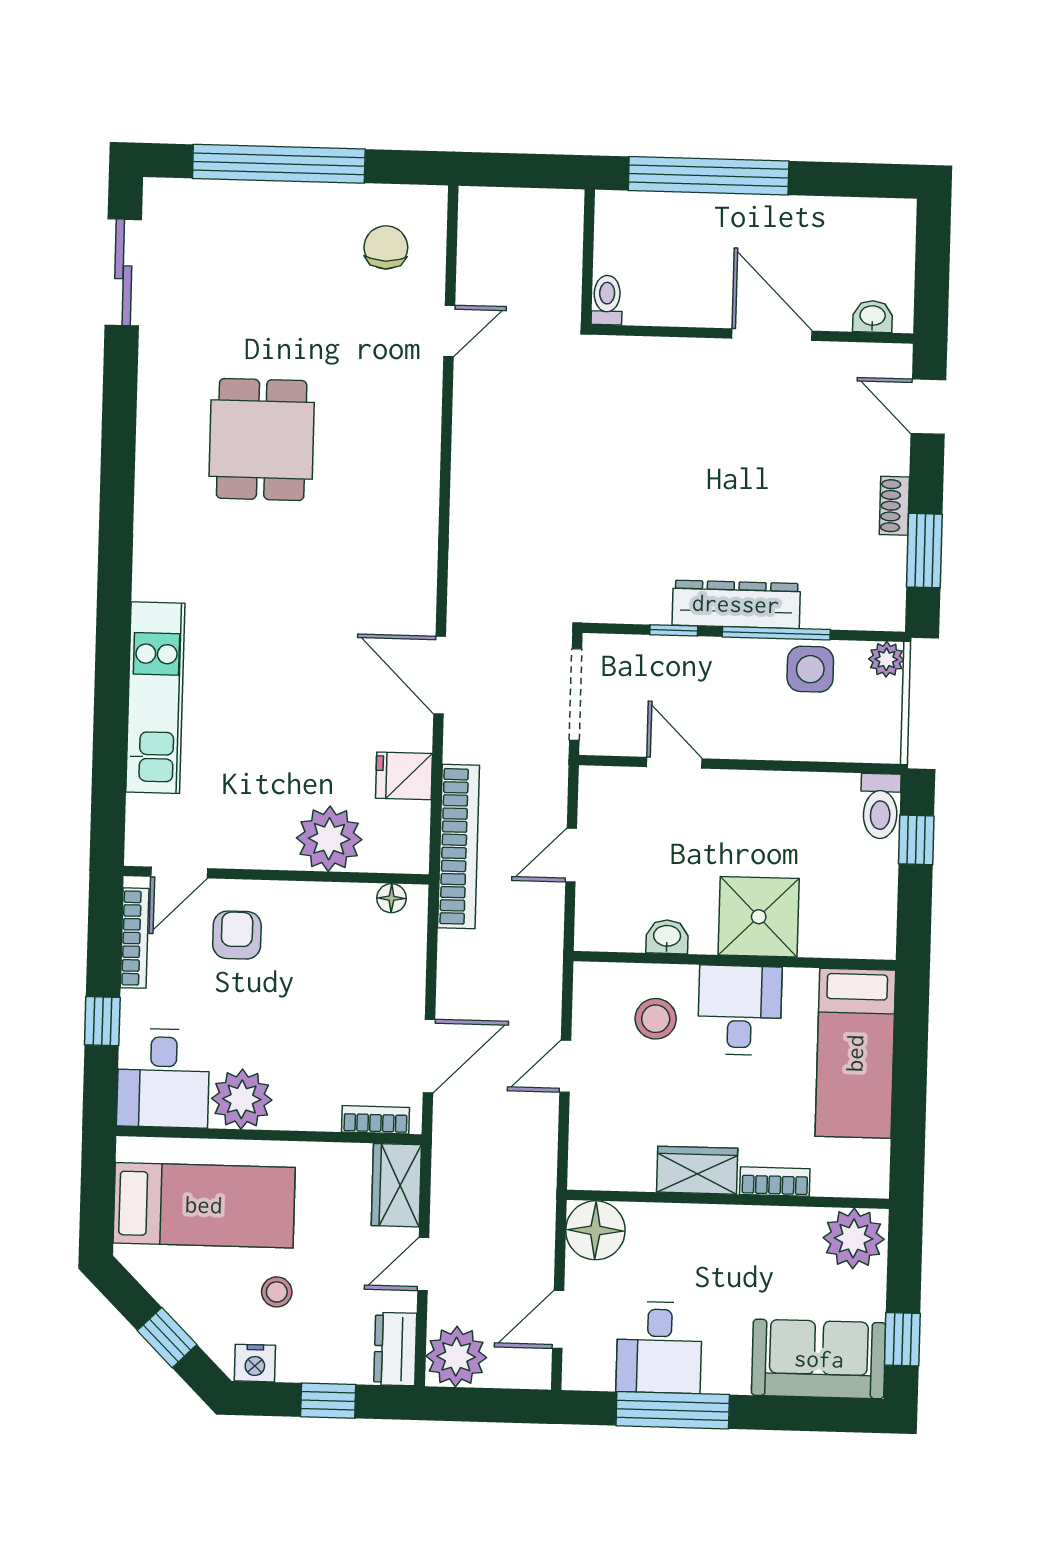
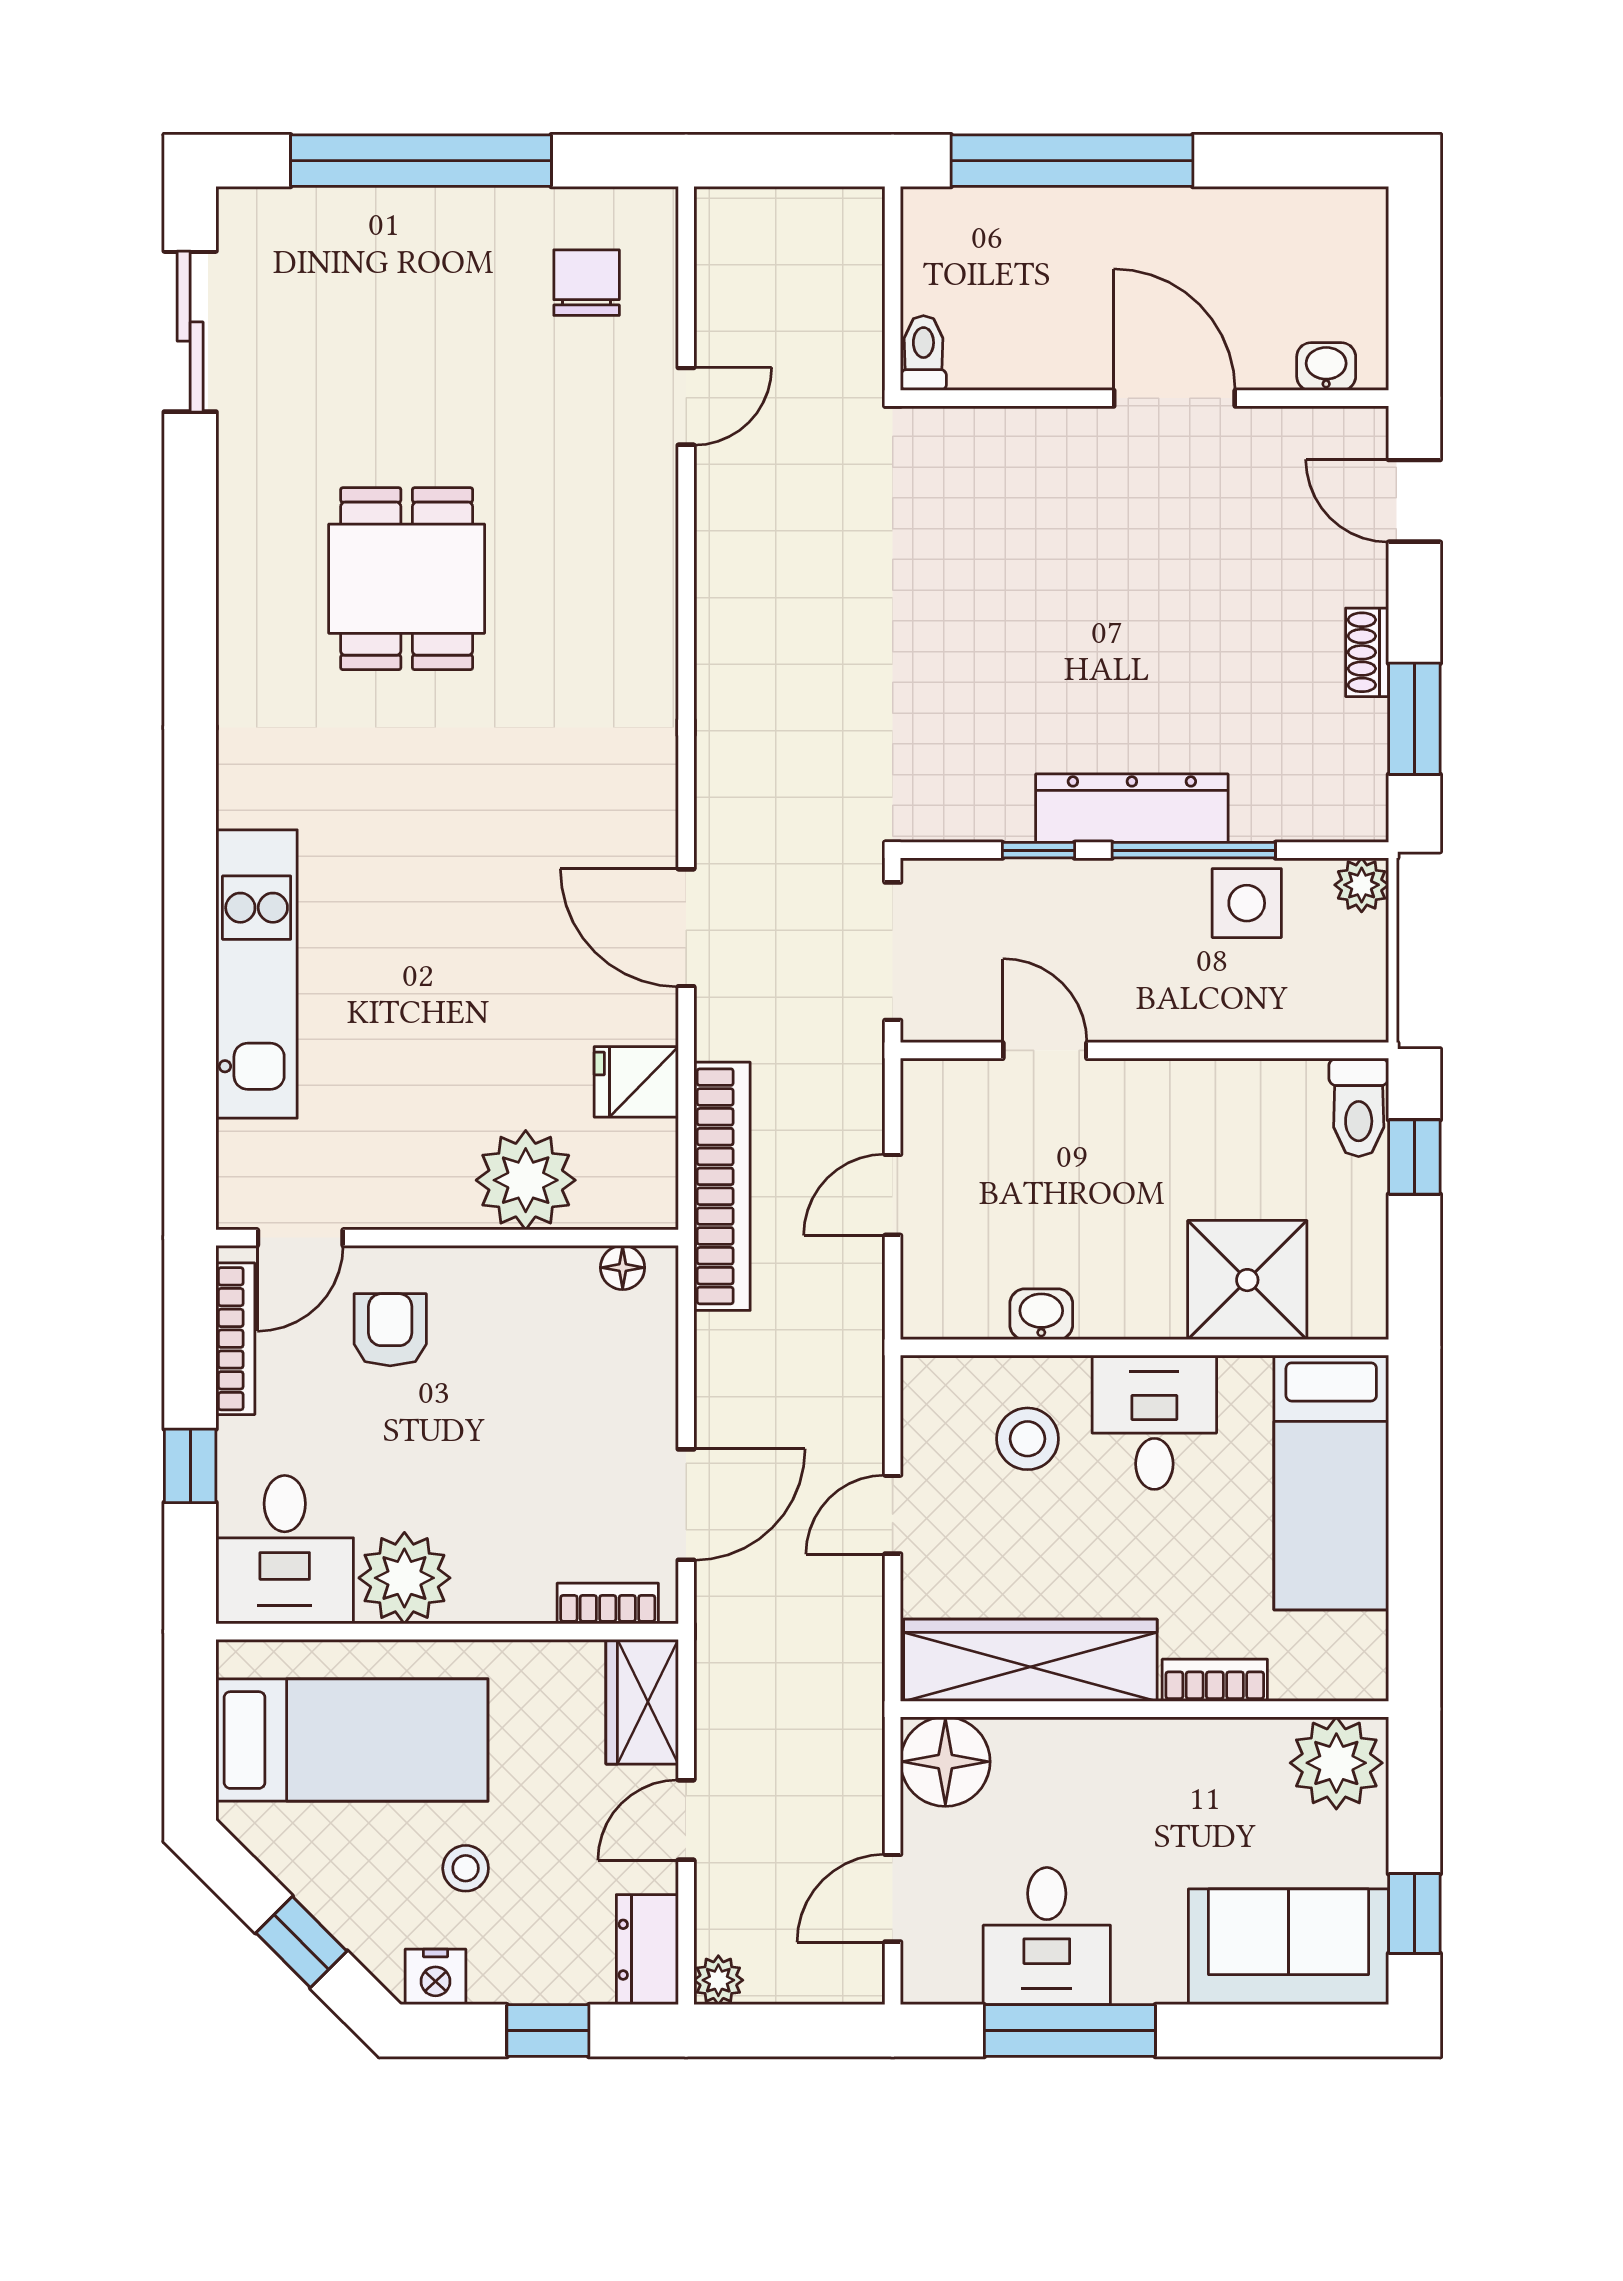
shower: (759, 917) -> (1247, 1280), moved
wardrobe: (697, 1170) -> (1030, 1660), width x2.10, depth x1.17
plant: (456, 1357) -> (718, 1980), width x0.53, depth x0.53

